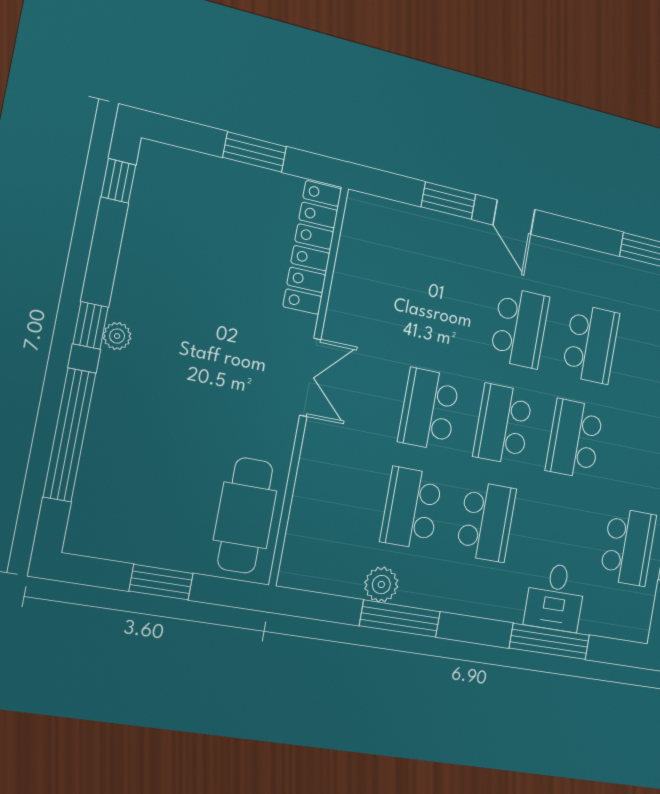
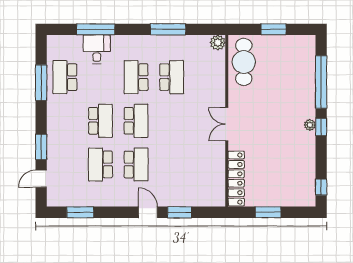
school desk: (520, 328) -> (136, 164), turned 180
school desk: (429, 409) -> (172, 121), removed
plant: (381, 585) -> (218, 43), moved

